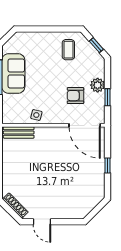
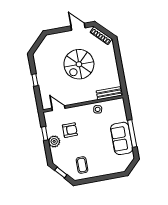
door: (85, 125) -> (58, 108), width x0.53
spiral stairs: (49, 175) -> (79, 64), added

